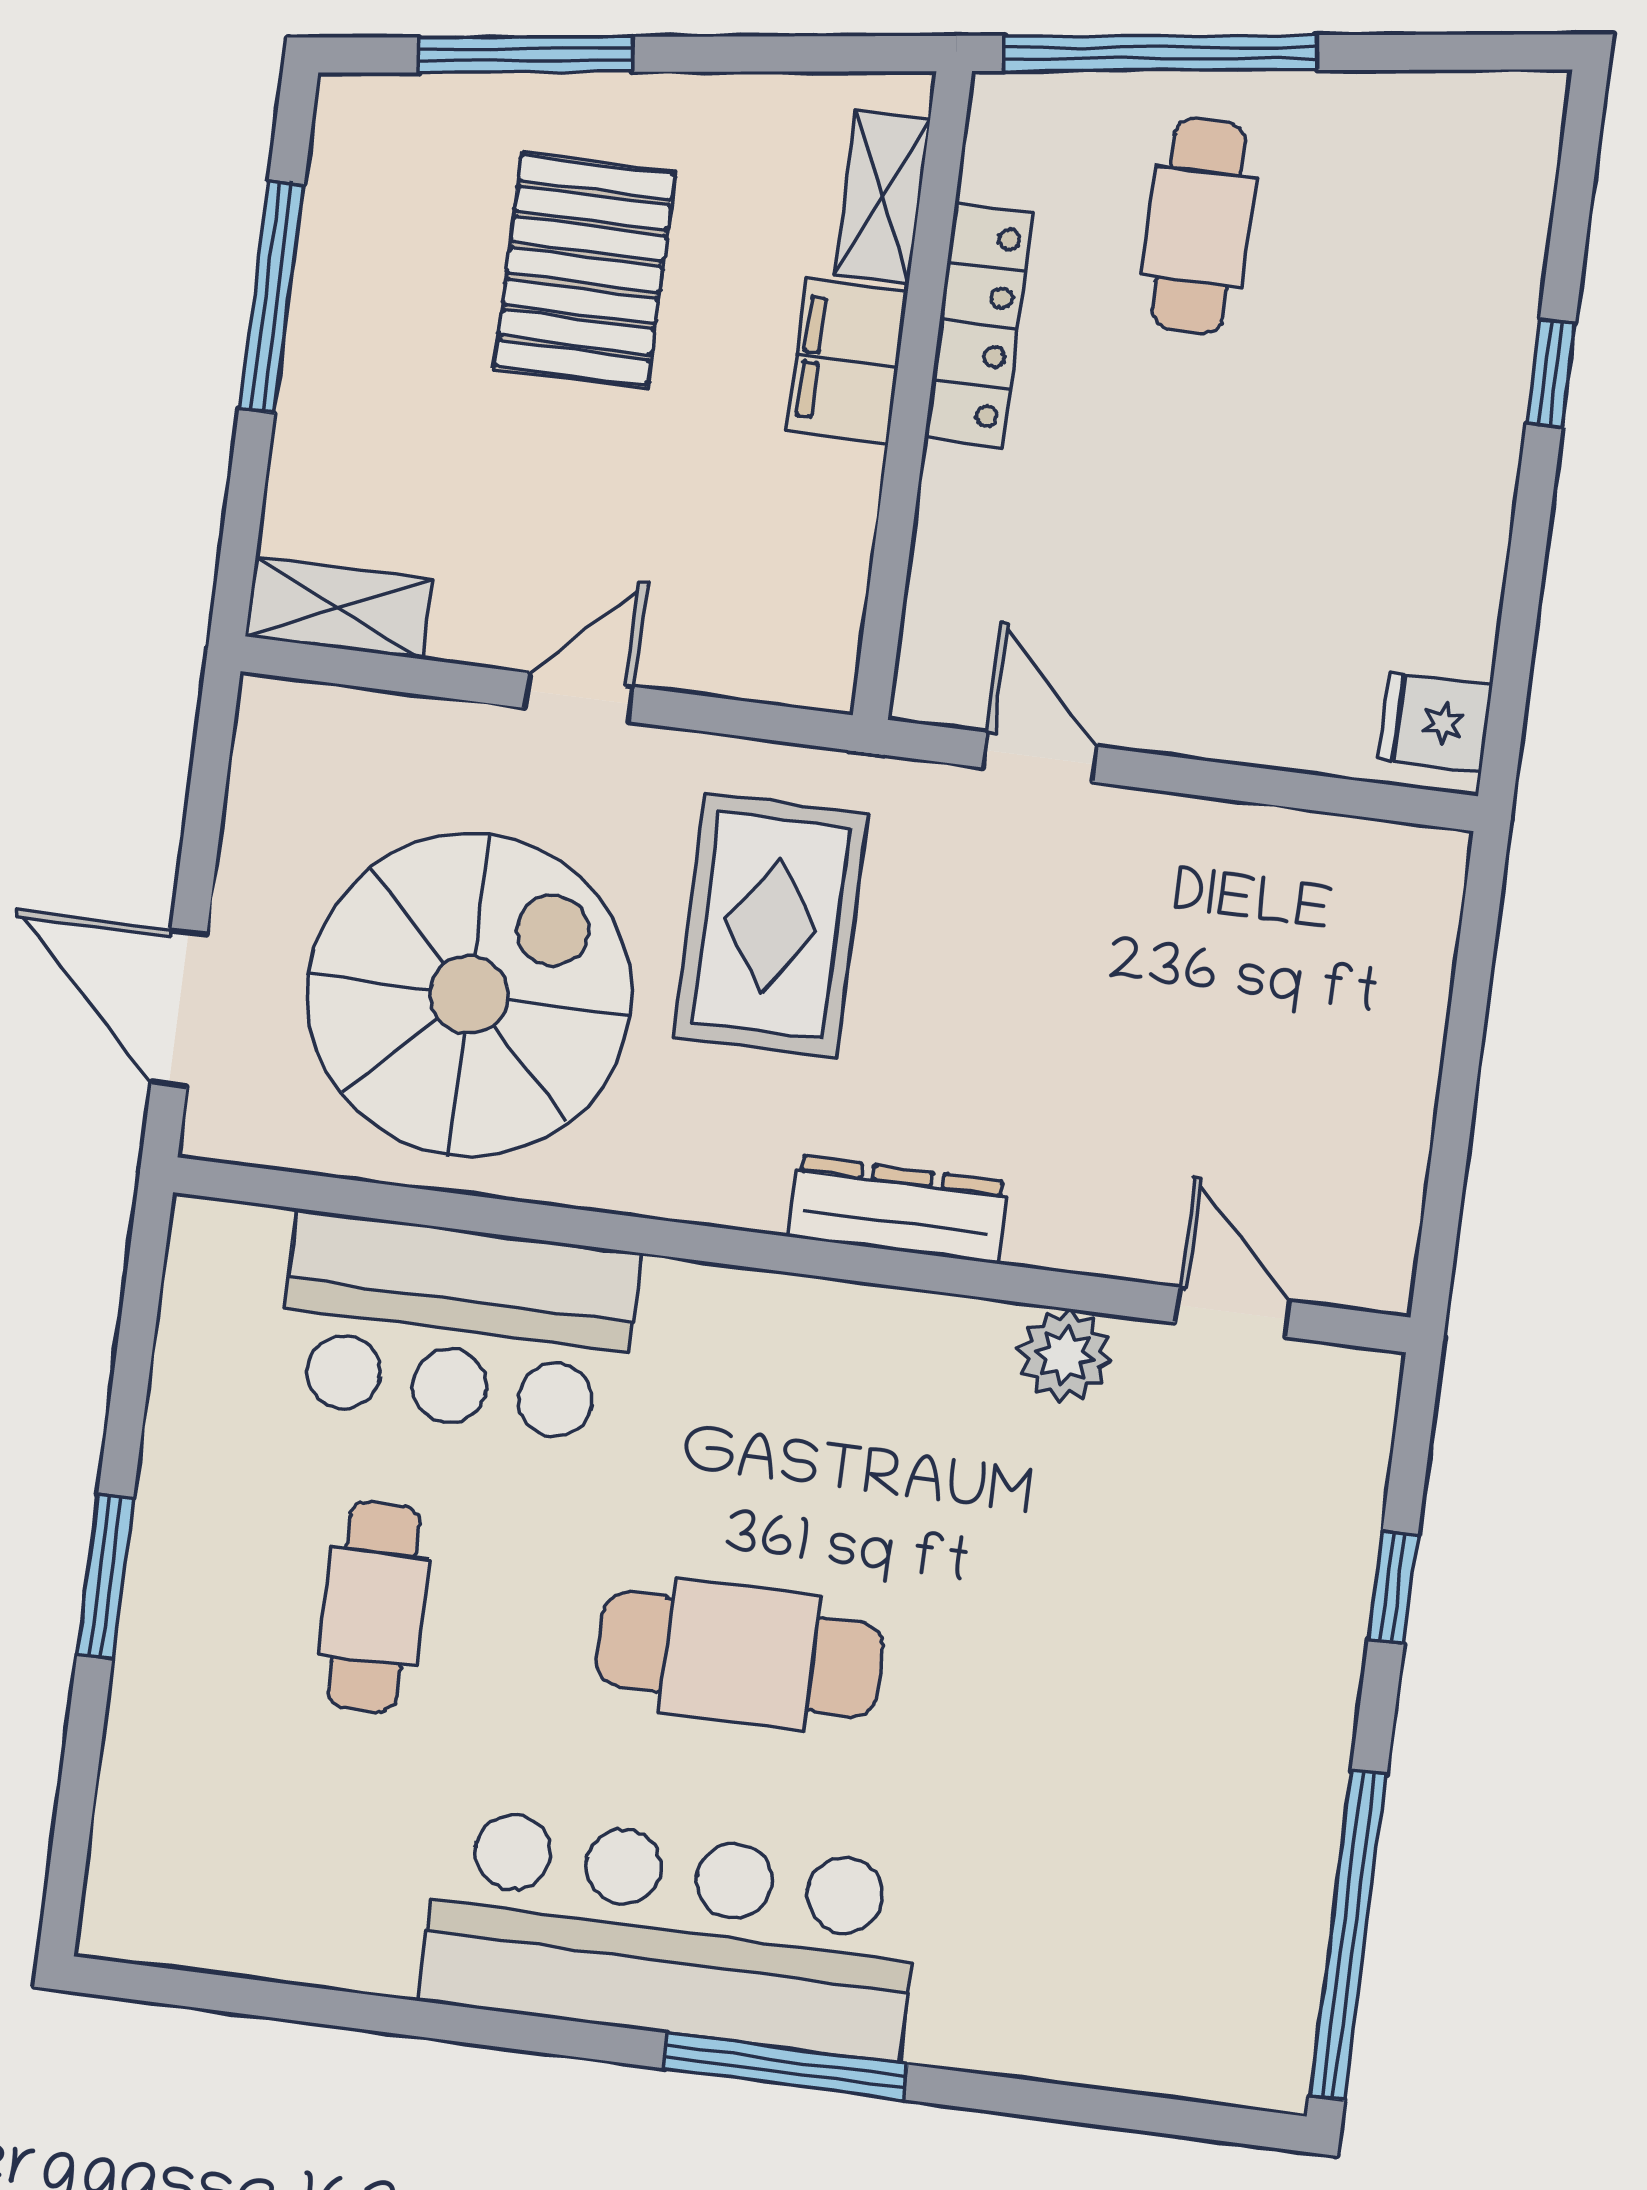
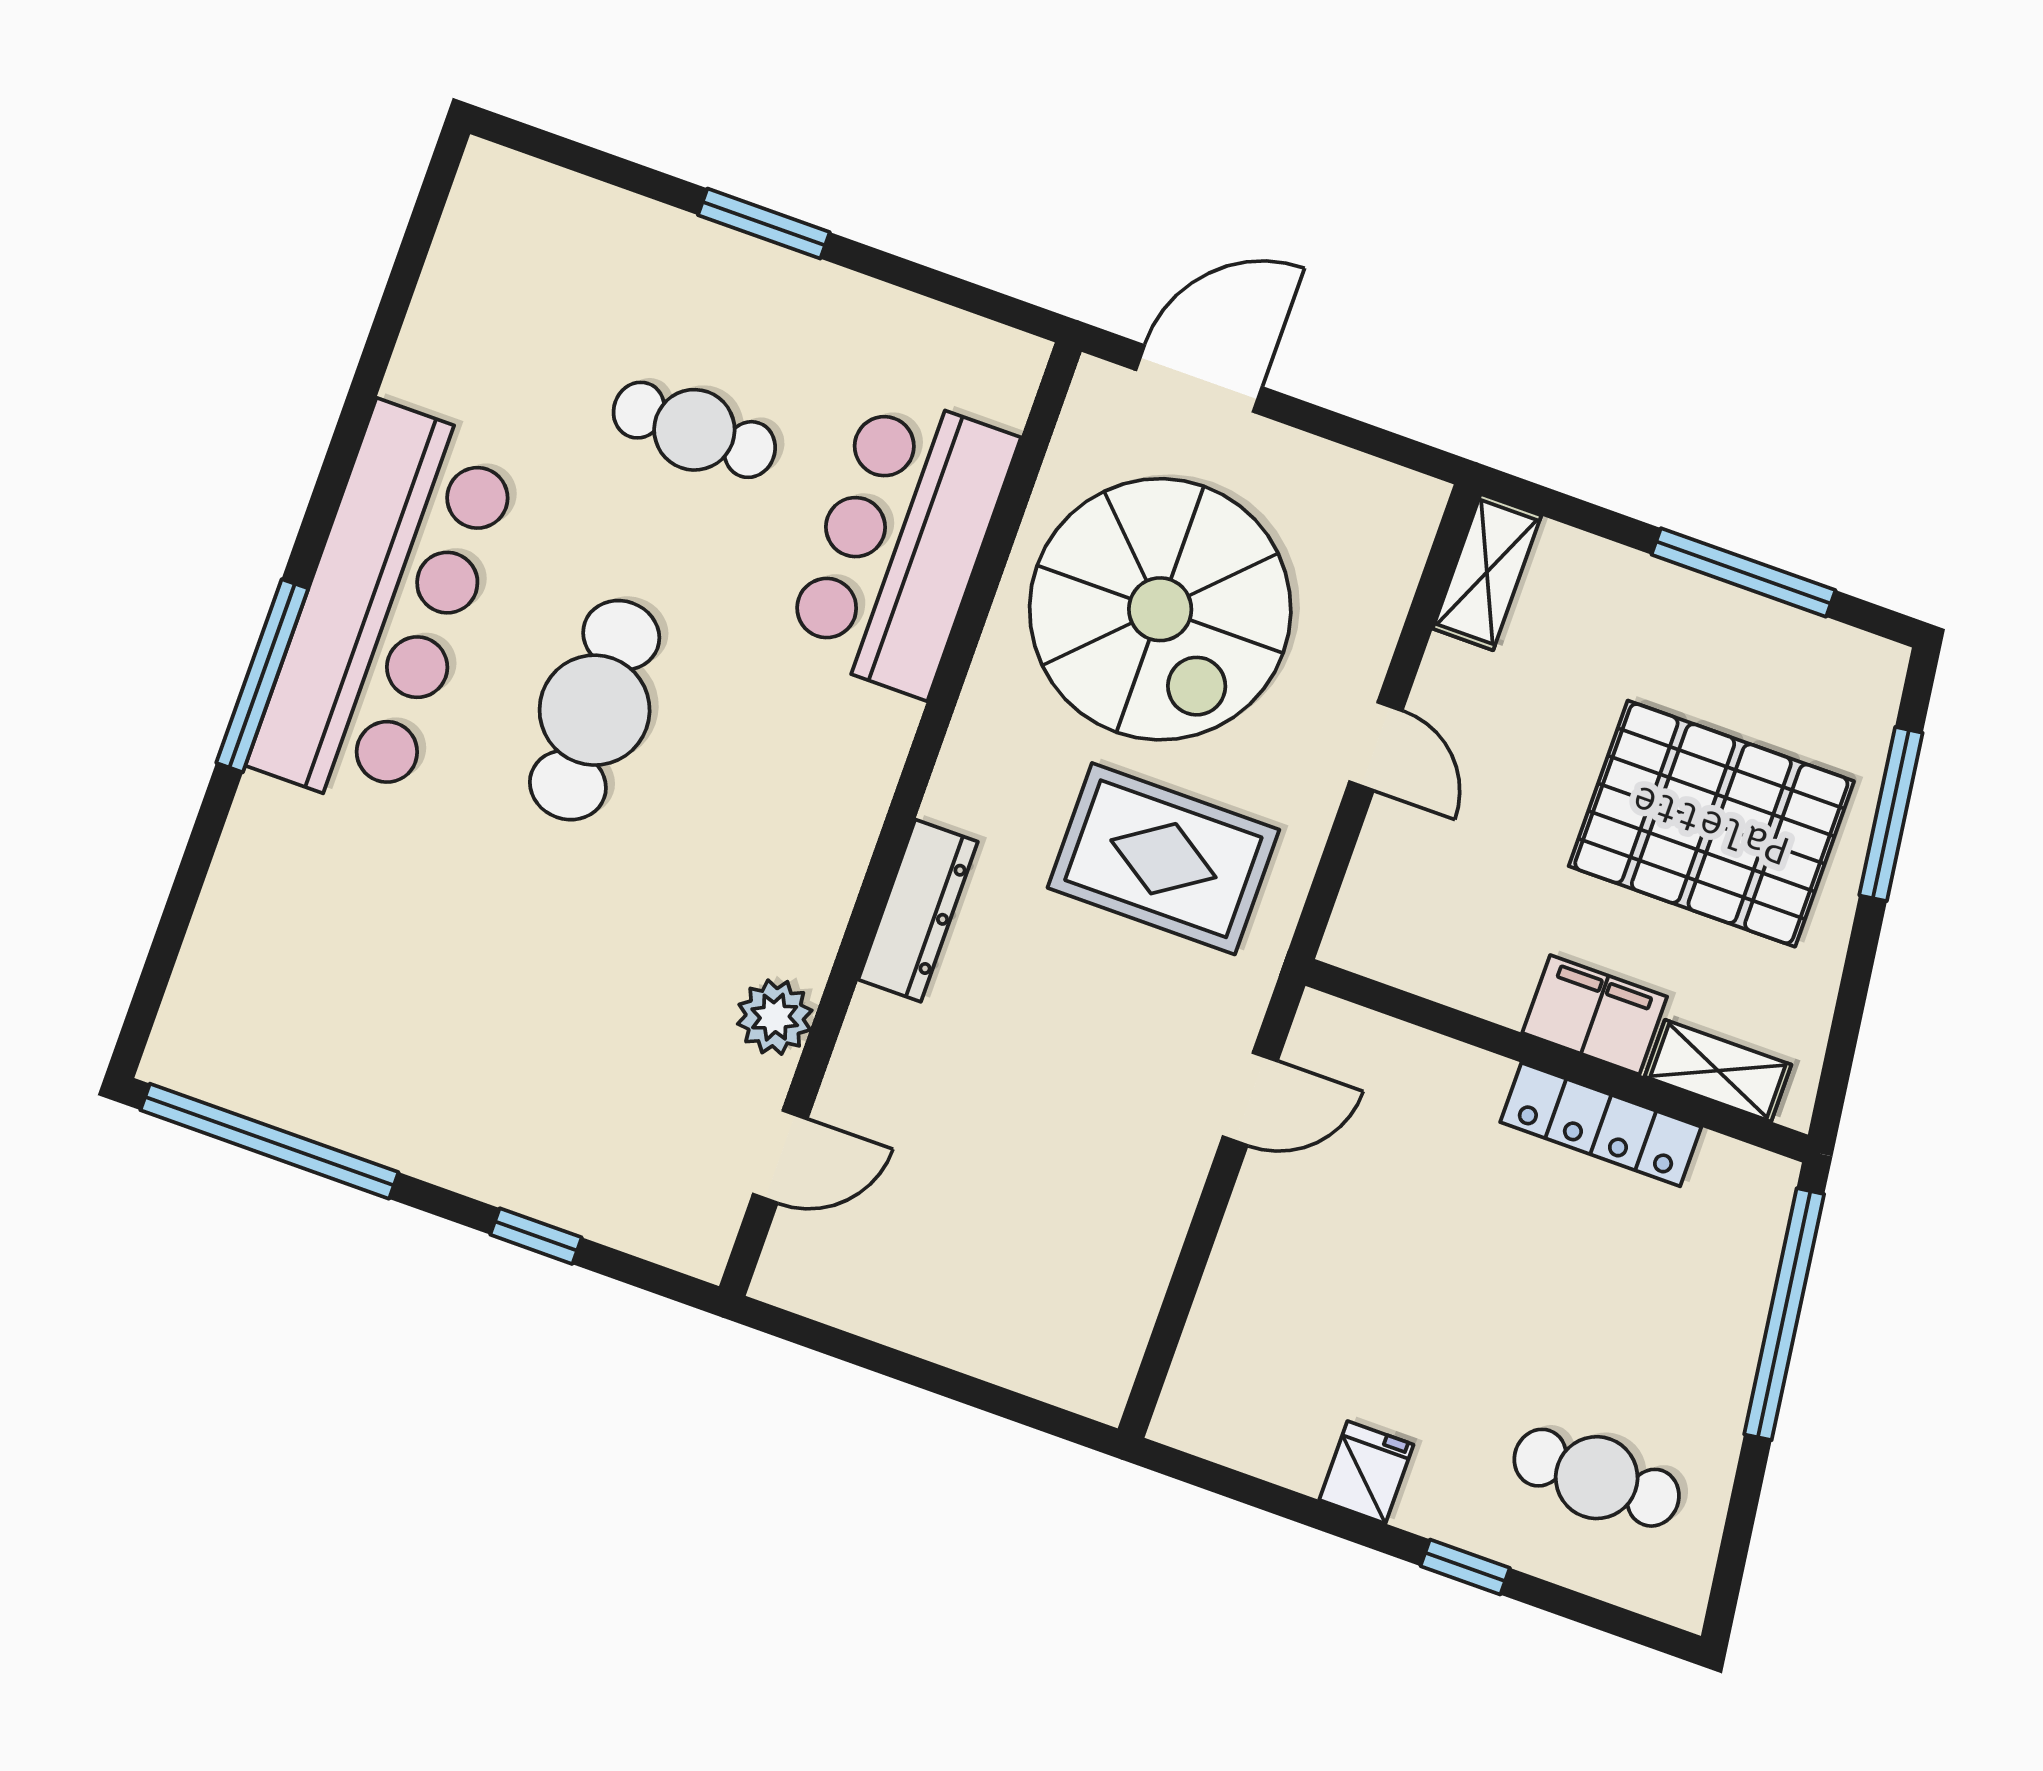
cafe table: (1199, 226) -> (1597, 1478), moved
pallet: (585, 270) -> (1711, 824), width x1.37, depth x1.41
fridge: (1435, 722) -> (1366, 1472), moved

